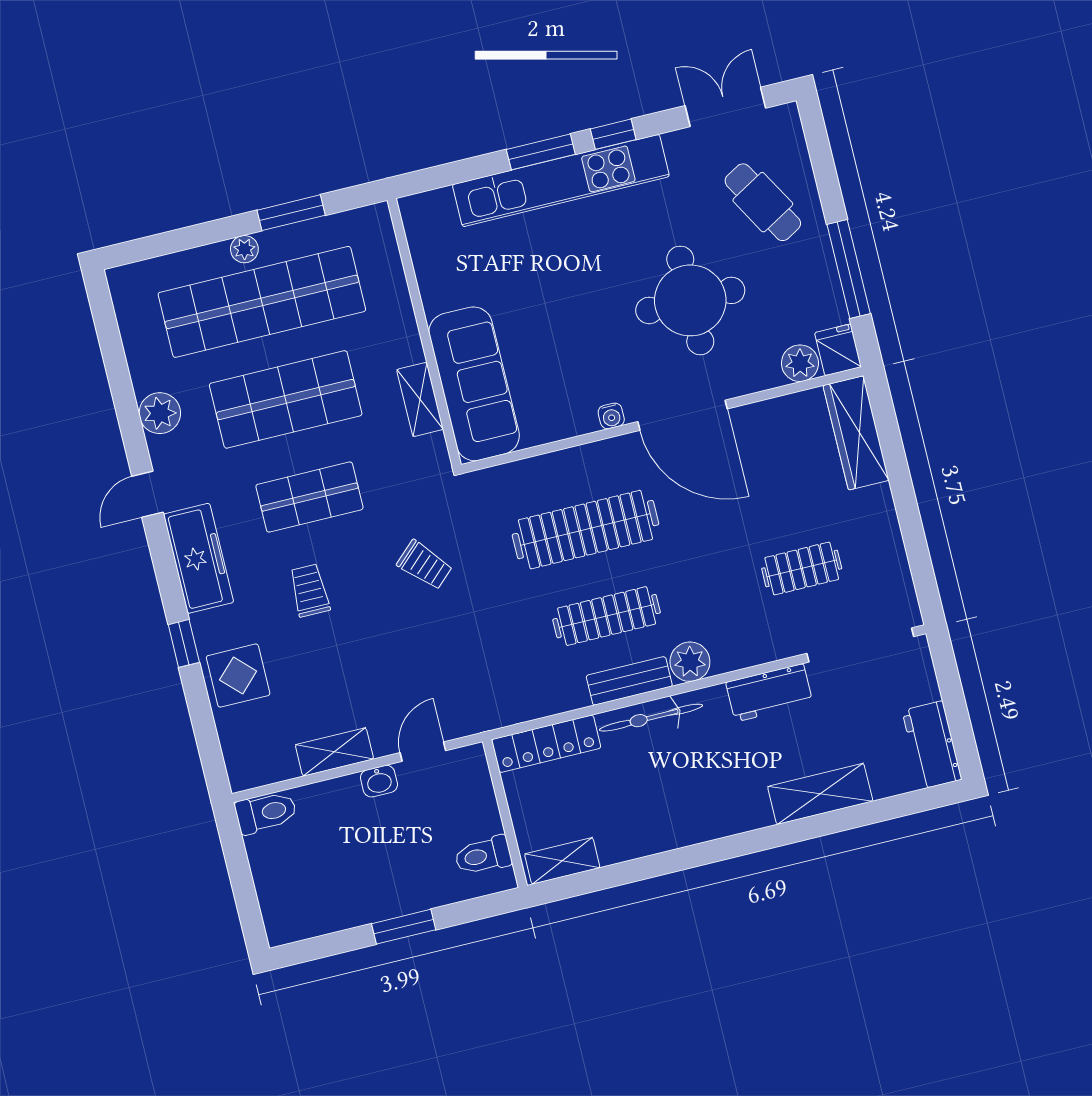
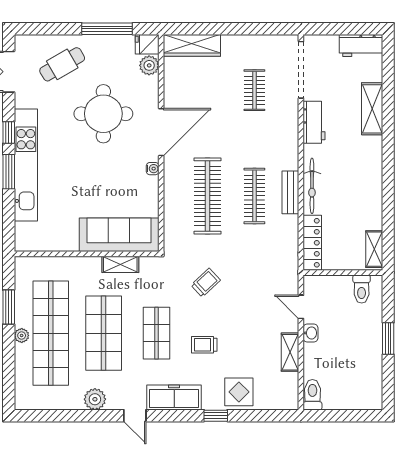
plant: (690, 662) -> (288, 159), removed

